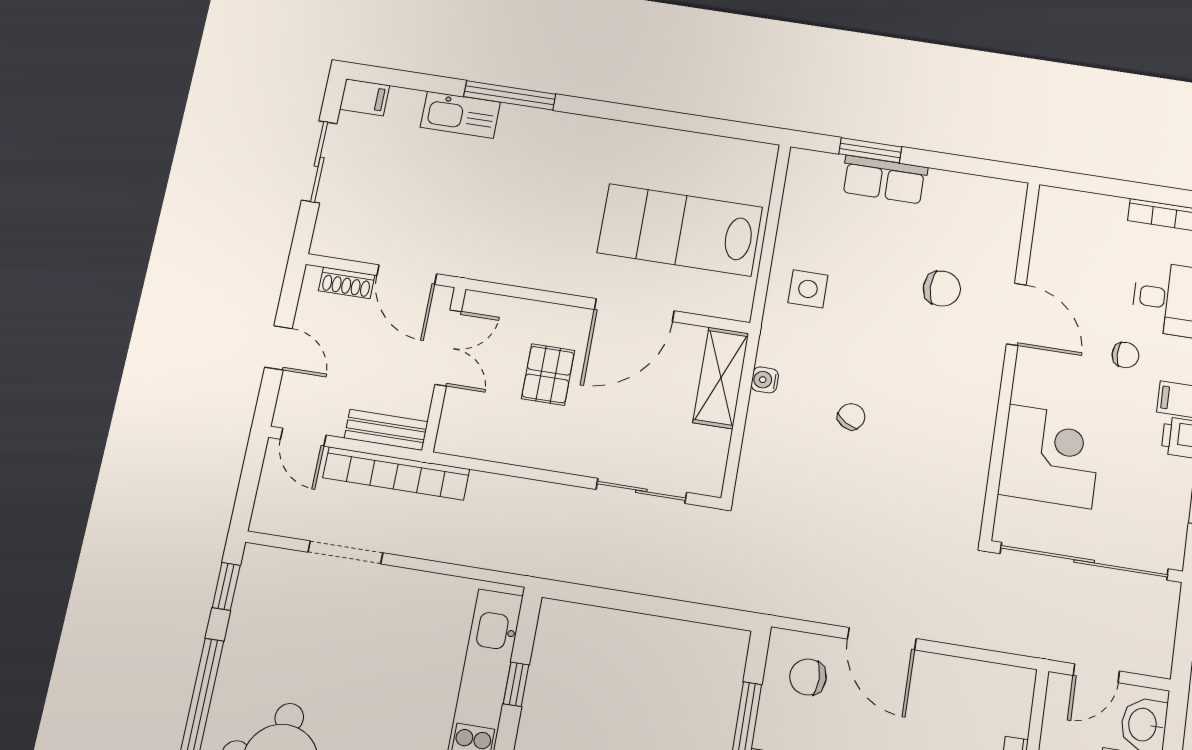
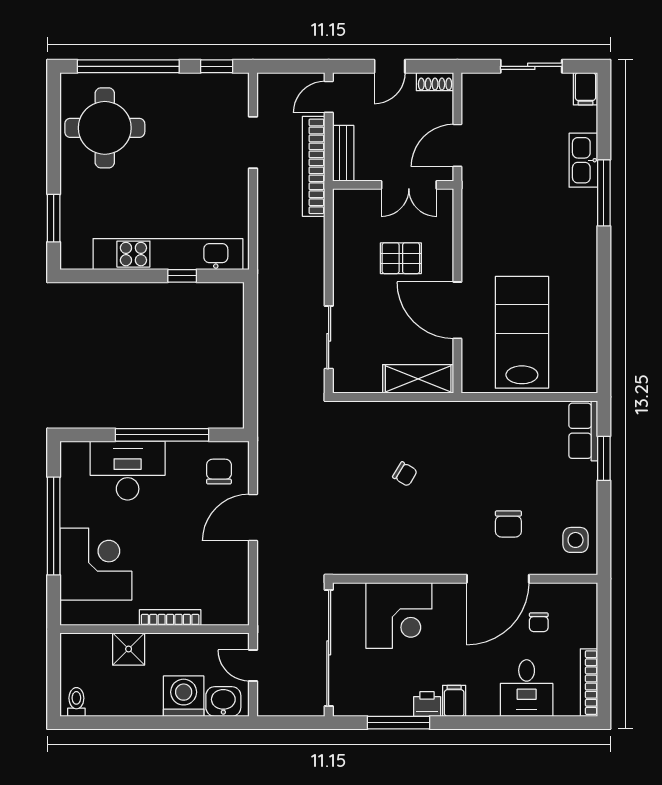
row of seats: (884, 180) -> (583, 431), moved
shoe rack: (347, 283) -> (435, 82), moved, turned -90
side table: (808, 289) -> (576, 540), moved
door: (1016, 314) -> (498, 579), width x1.36
chair: (1125, 355) -> (539, 622), moved
water cooler: (765, 380) -> (422, 410), removed

